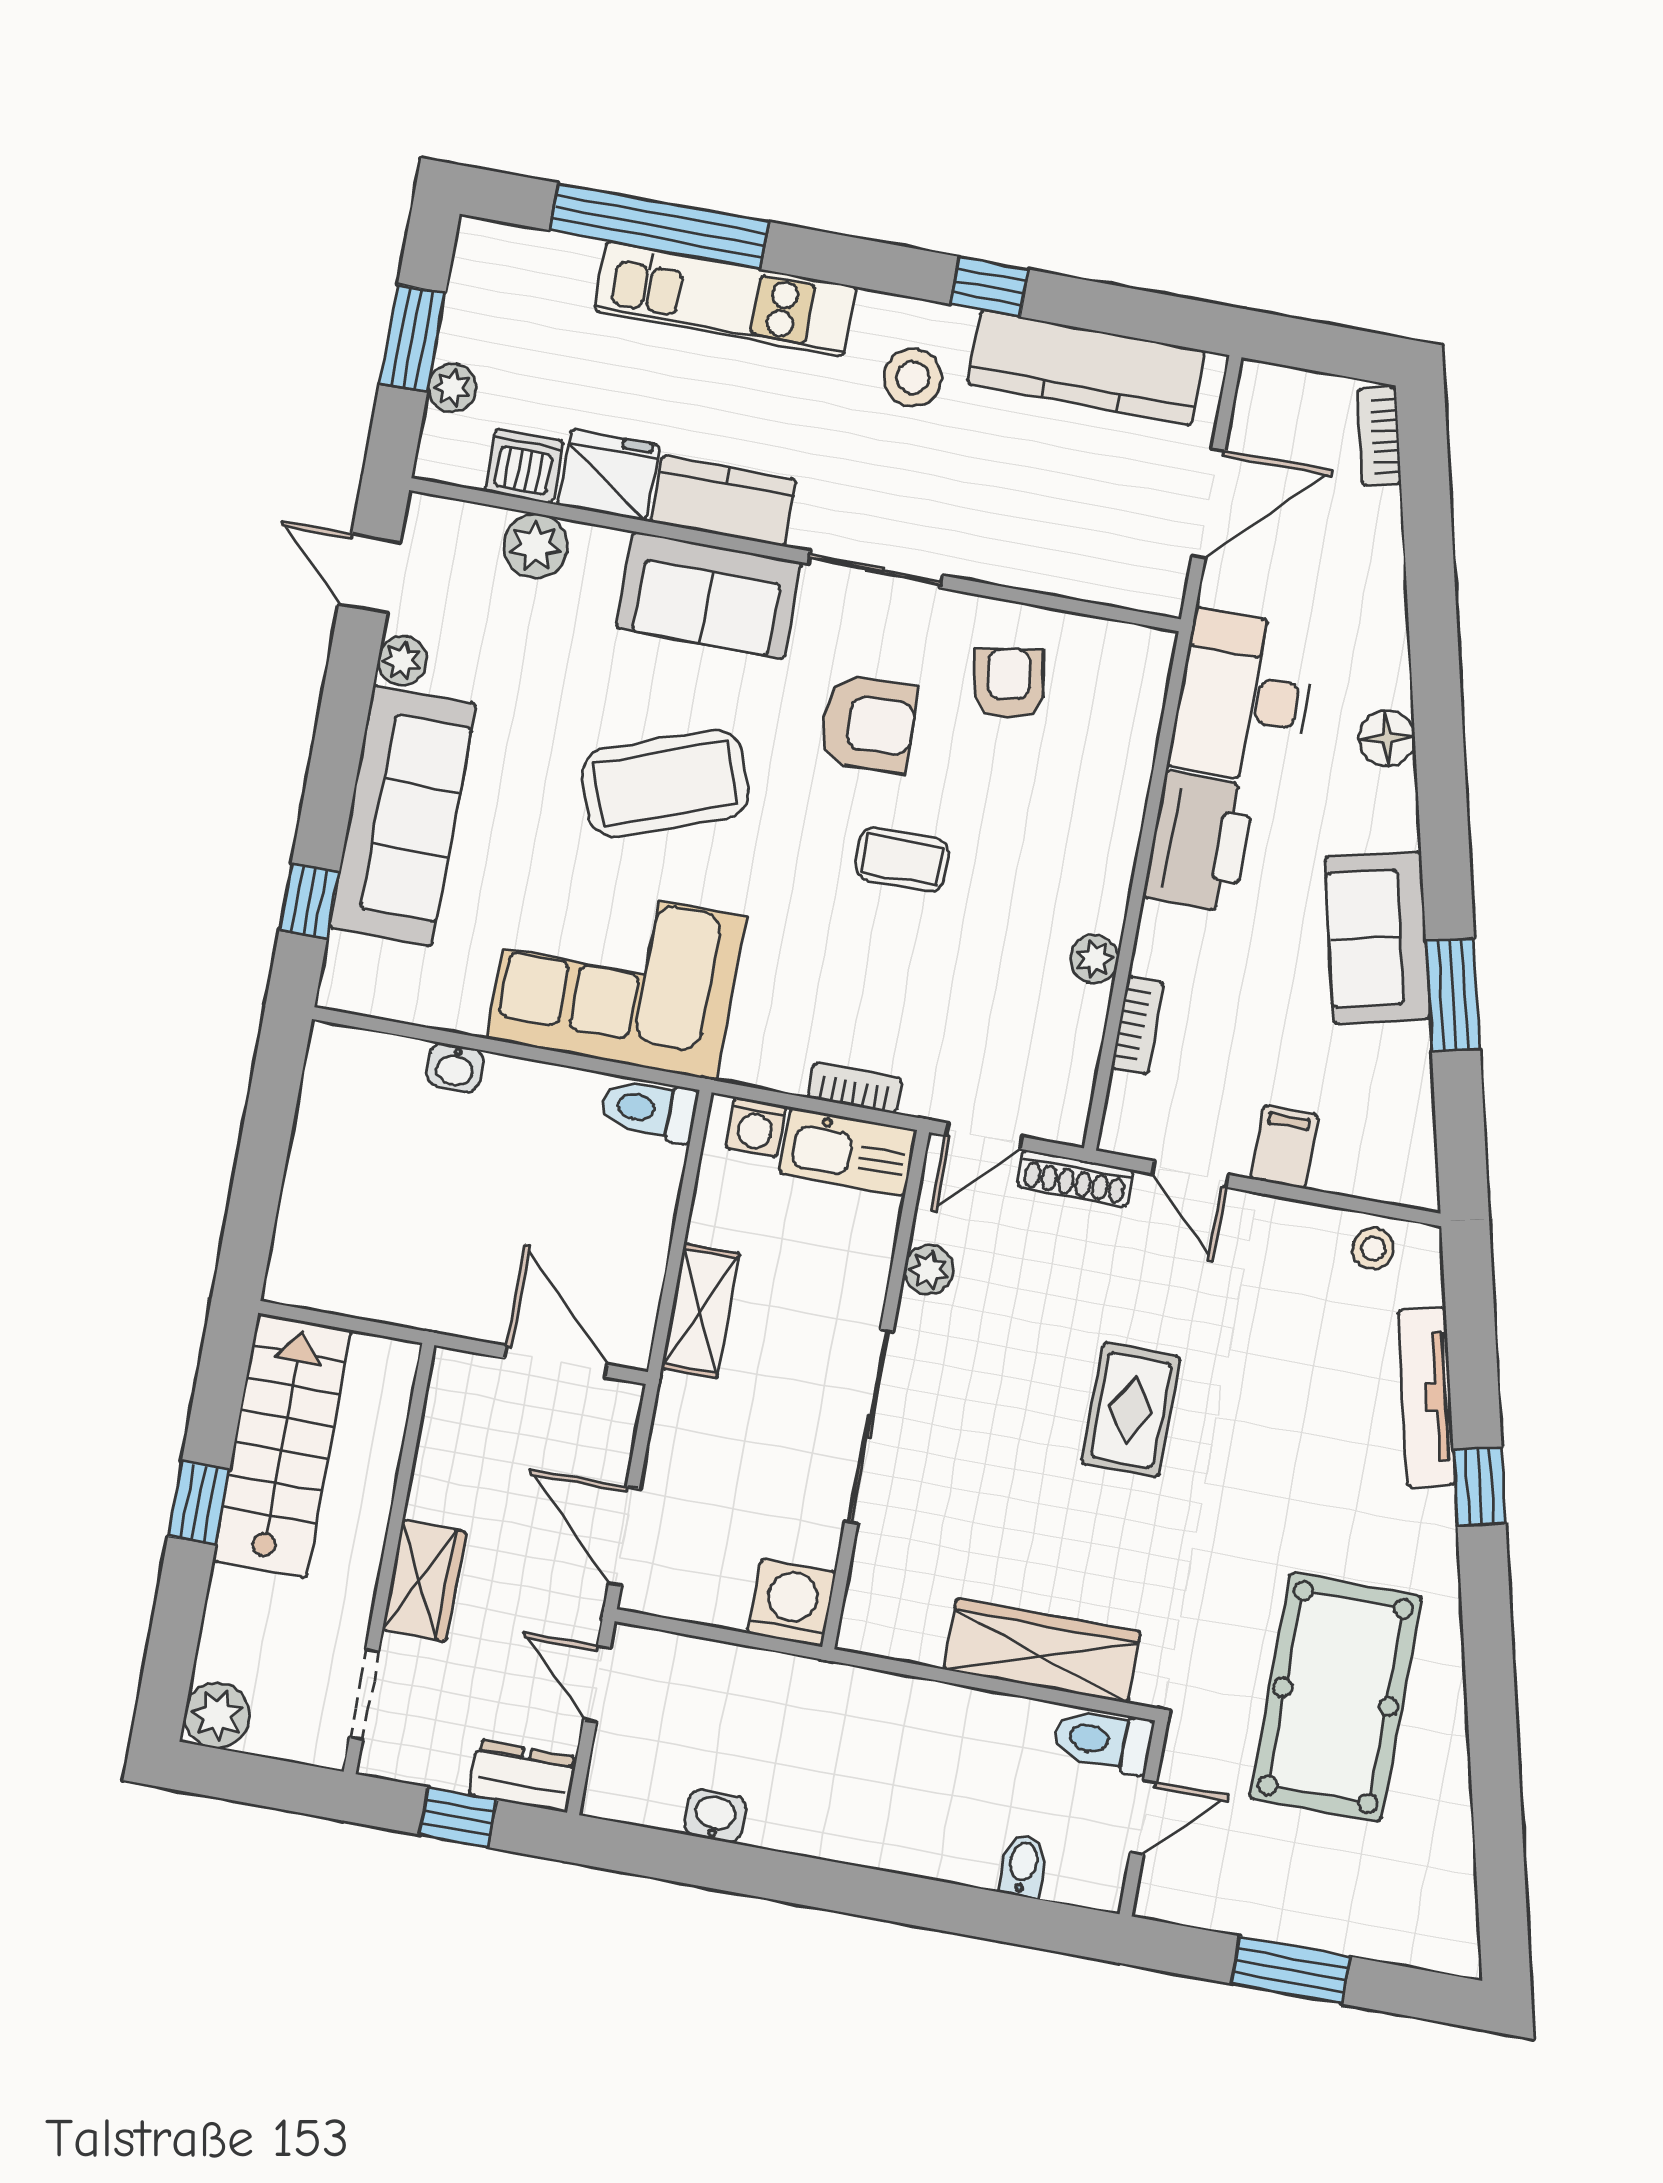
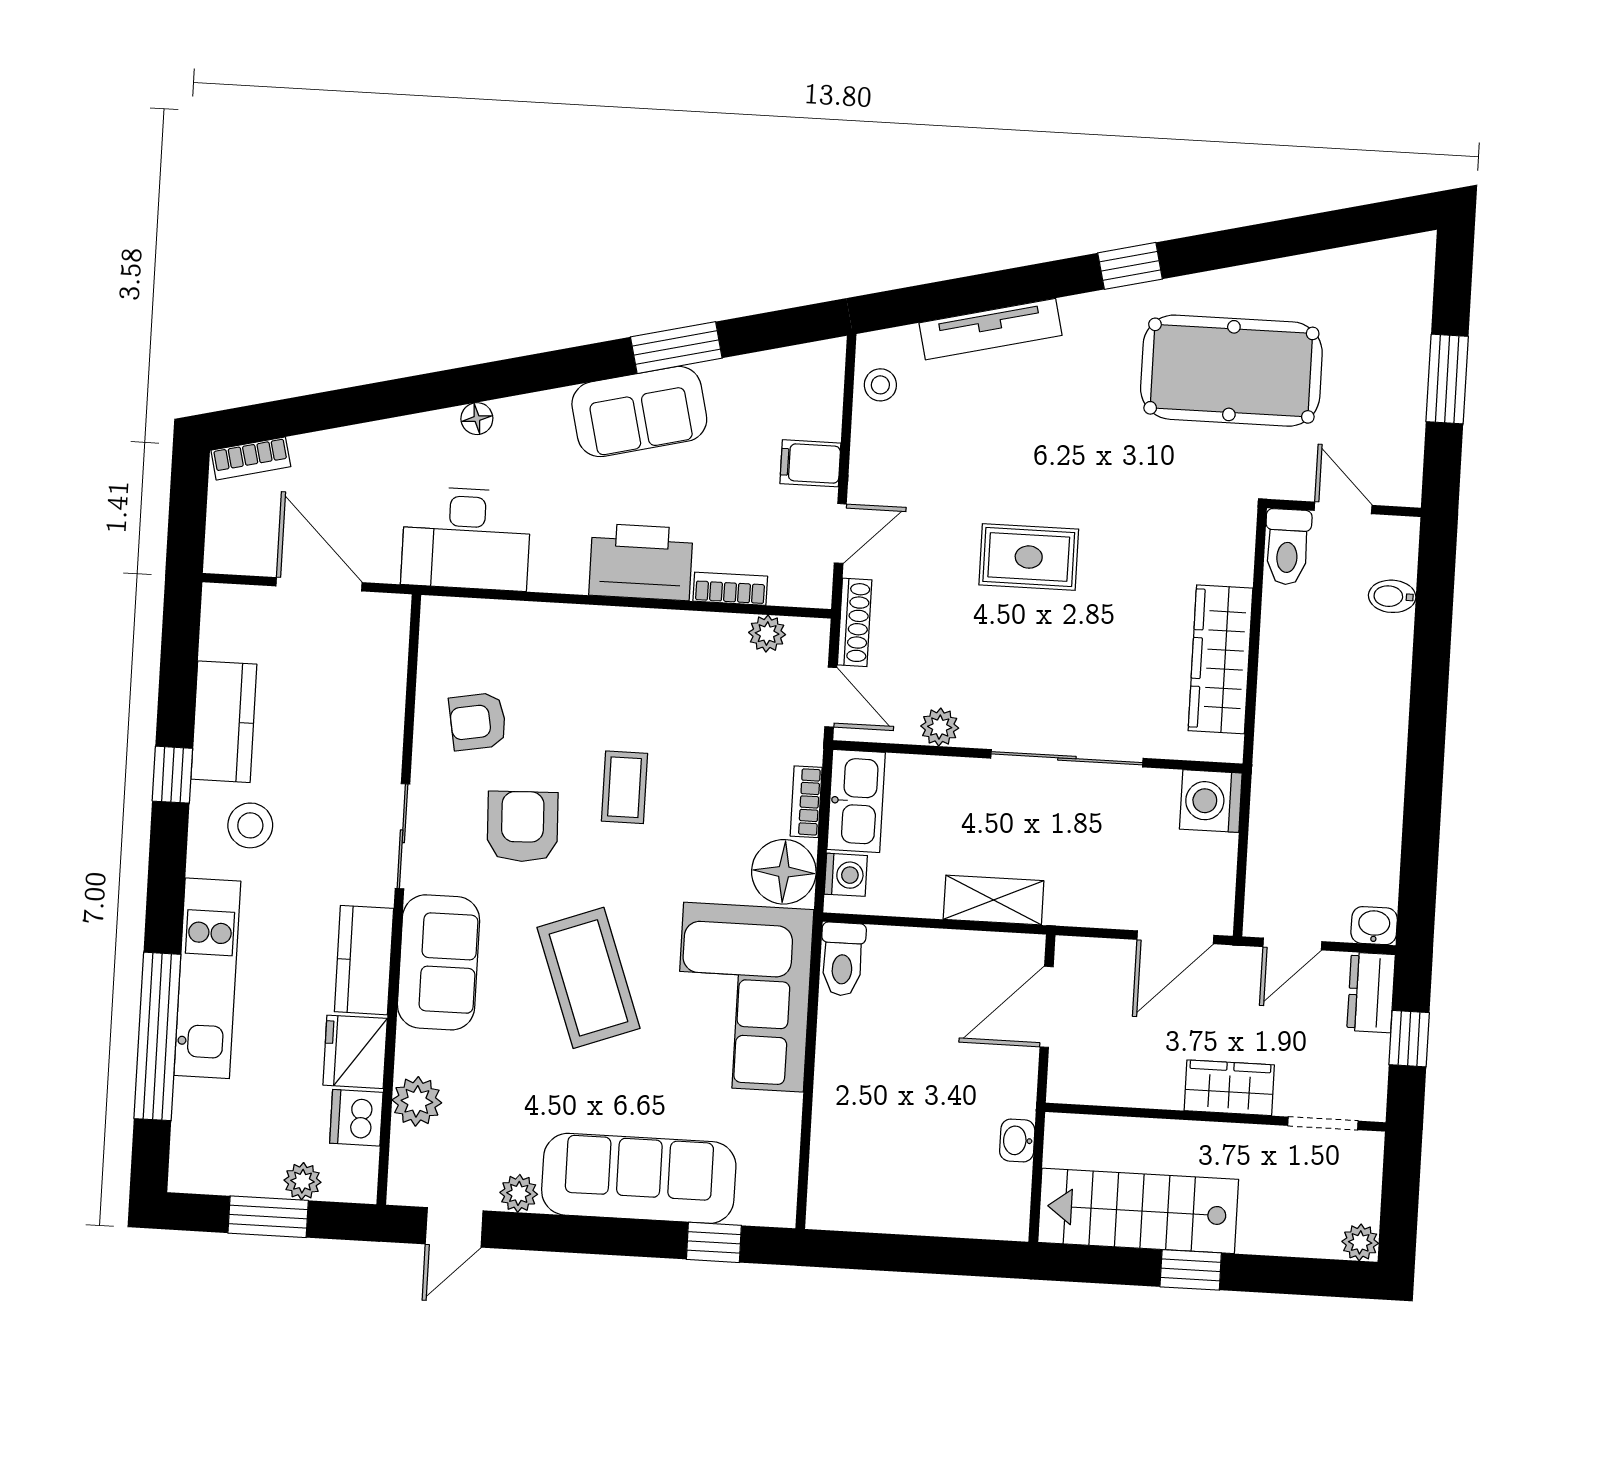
kitchen counter: (1086, 367) -> (224, 722), width x0.67
floor lamp: (1387, 738) -> (477, 419), width x0.73, depth x0.73
printer: (1199, 842) -> (641, 562), moved
plant: (1094, 959) -> (767, 634), moved
floor lamp: (769, 1049) -> (784, 872), added
washbasin: (455, 1067) -> (1017, 1140), moved, turned 180
window: (1480, 1487) -> (1130, 266), moved
wardrobe: (1042, 1651) -> (1221, 659), moved
plant: (217, 1716) -> (1360, 1242), width x0.73, depth x0.73
washbasin: (715, 1816) -> (1374, 926), moved, turned 90

